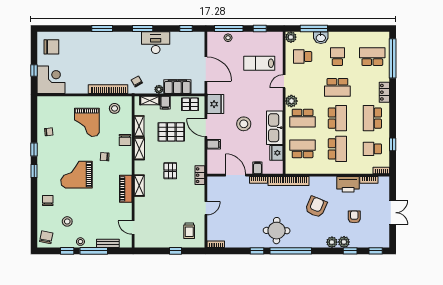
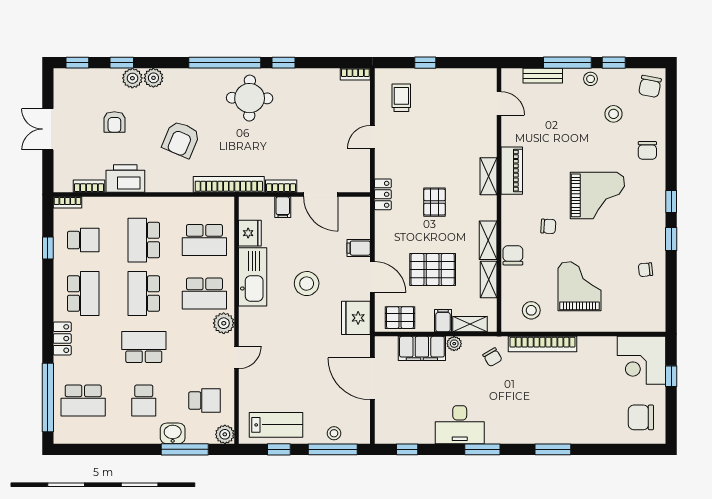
lab bench: (259, 63) -> (276, 425), moved
school desk: (303, 118) -> (204, 294), turned 180

